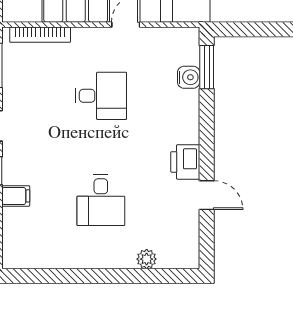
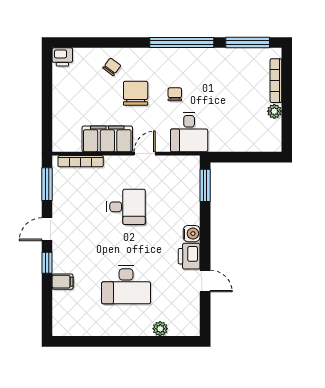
water cooler: (189, 77) -> (192, 234), moved
desk: (101, 200) -> (126, 285), width x1.37

